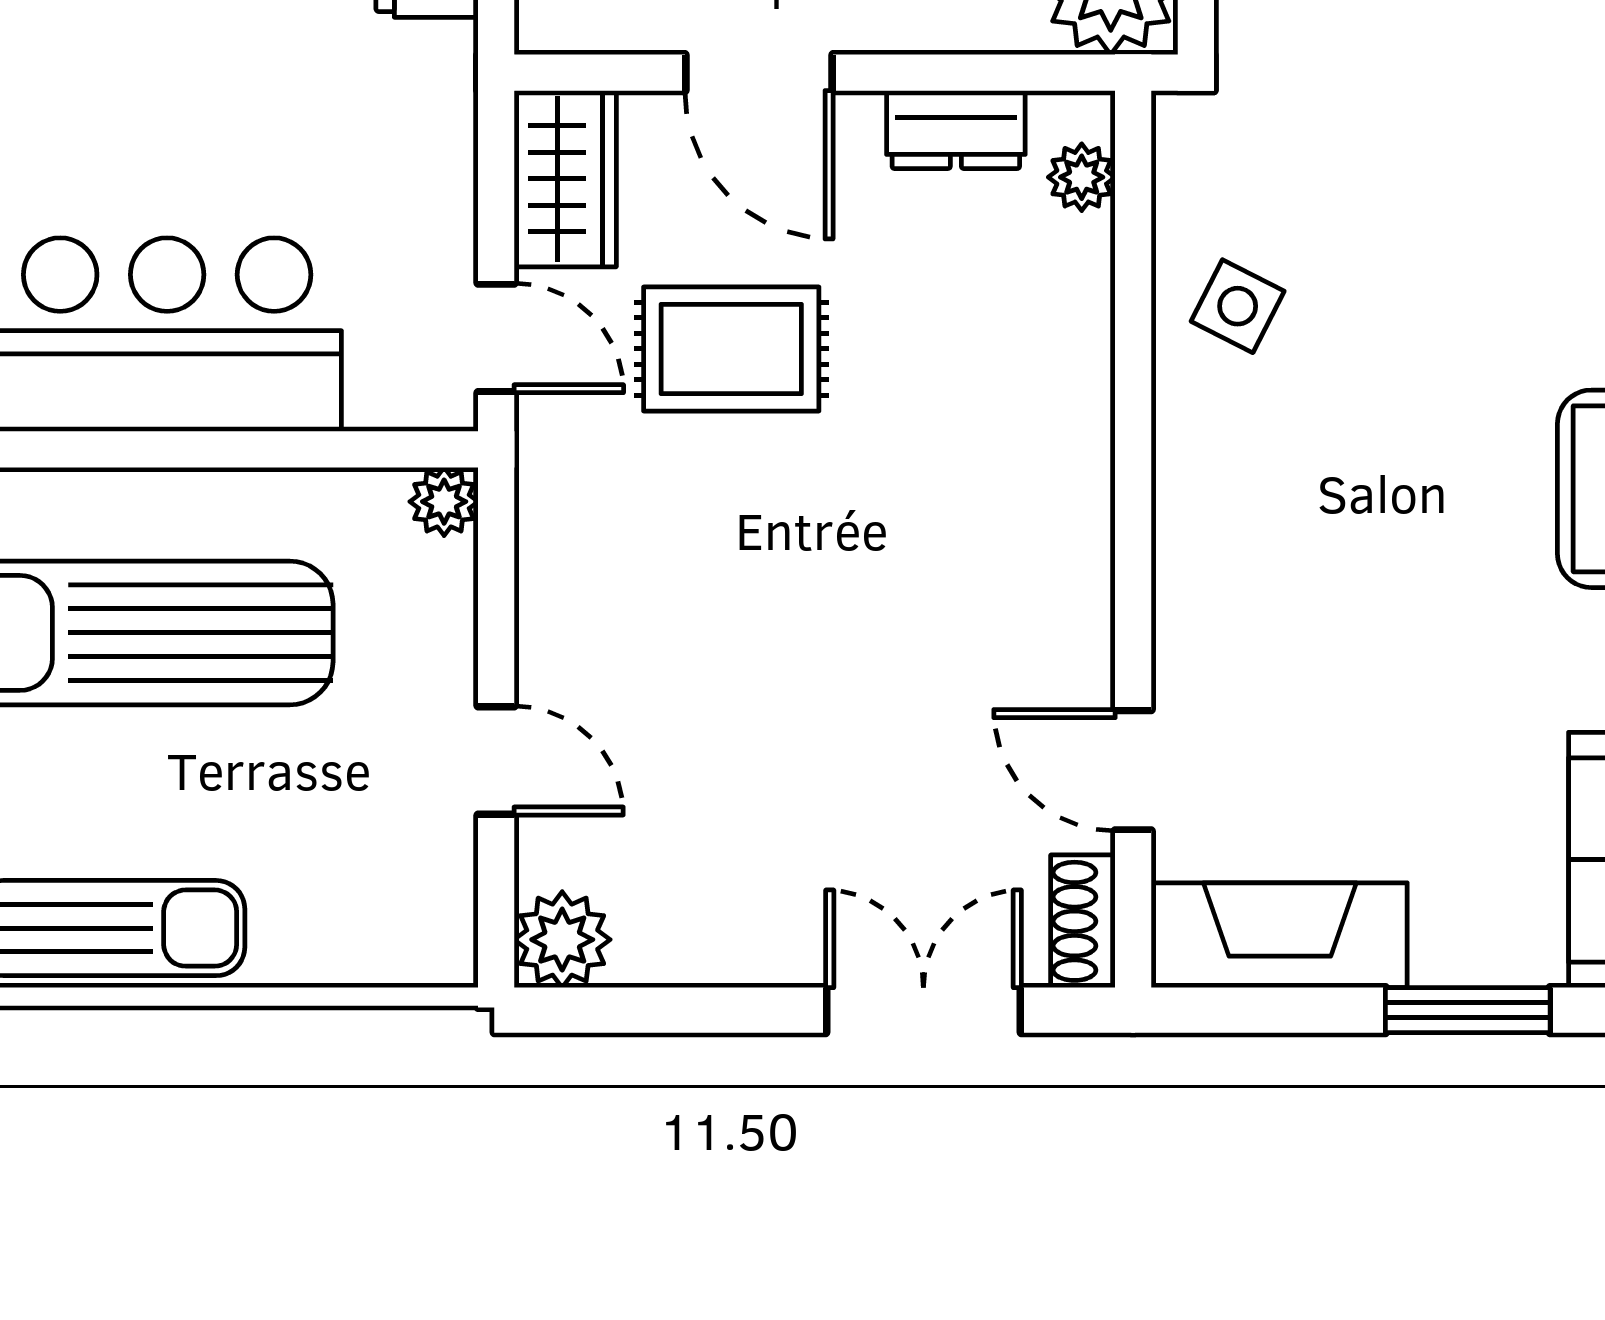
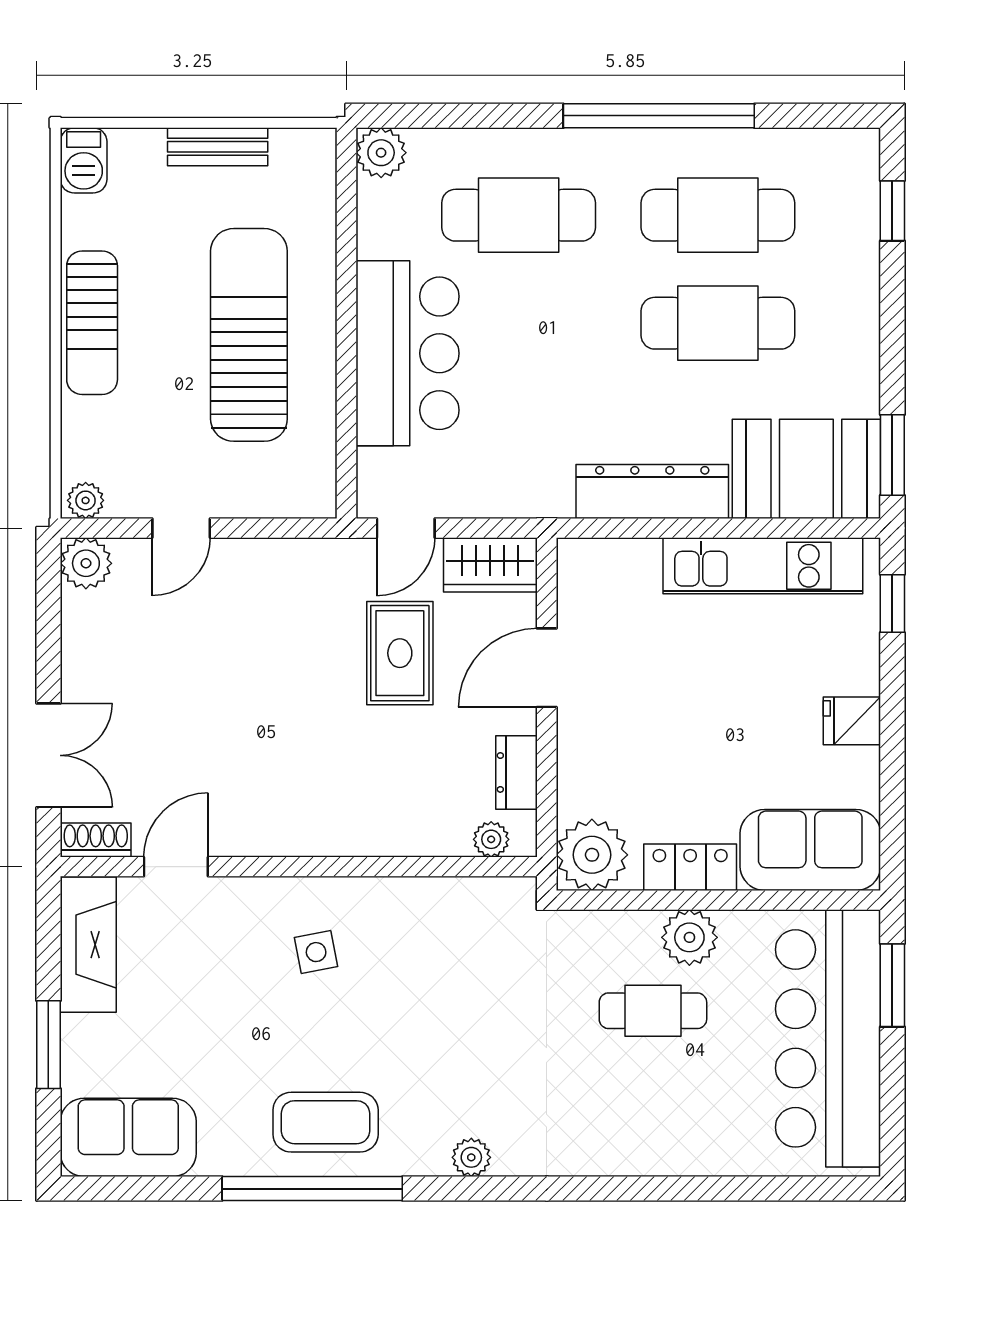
side table: (1238, 306) -> (316, 952), moved, turned -38
plant: (444, 502) -> (86, 500), moved

